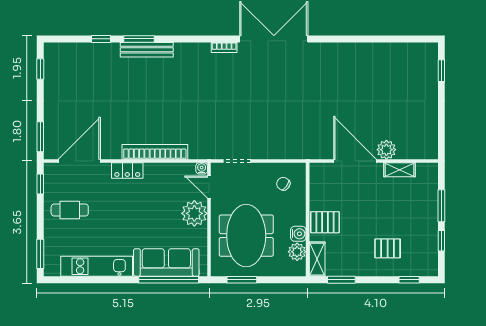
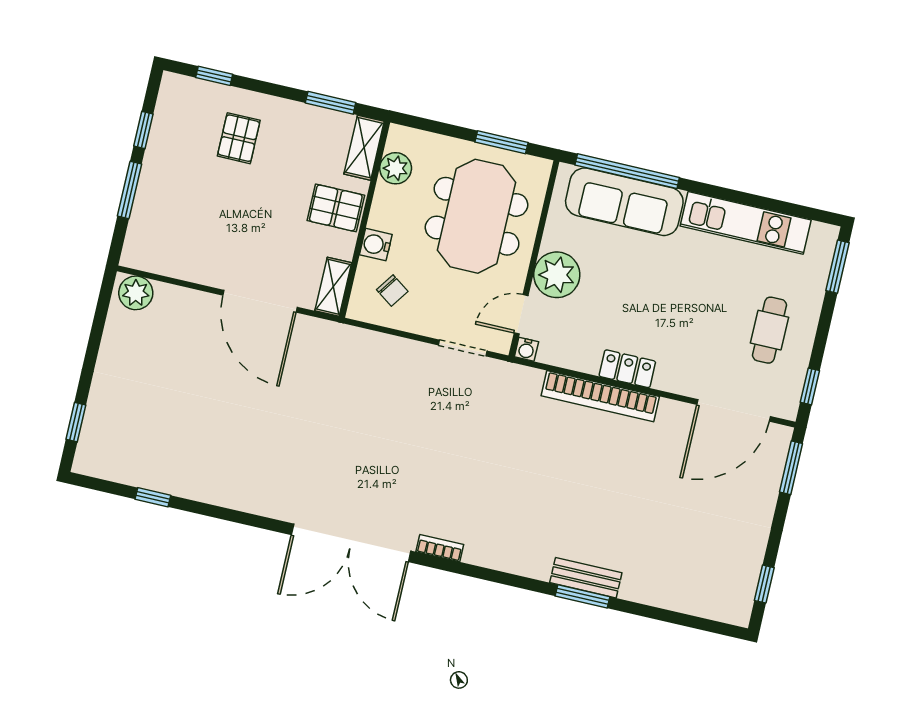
window: (101, 39) -> (153, 497), moved
bench: (147, 50) -> (586, 578), width x0.73
plant: (386, 150) -> (136, 293), moved
shelving: (399, 170) -> (333, 287), moved, turned 90
locker: (127, 171) -> (627, 369), moved
door: (209, 187) -> (521, 314), swing flipped
cafe table: (70, 210) -> (769, 330), turned 90
water cooler: (298, 234) -> (376, 245), moved
pallet: (388, 248) -> (239, 138), turned 90

